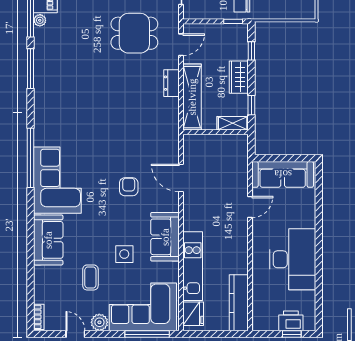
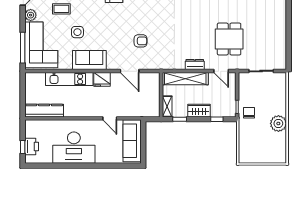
door: (181, 178) -> (130, 71), swing flipped
armchair: (129, 187) -> (140, 41), moved
fridge: (193, 314) -> (102, 79), moved

